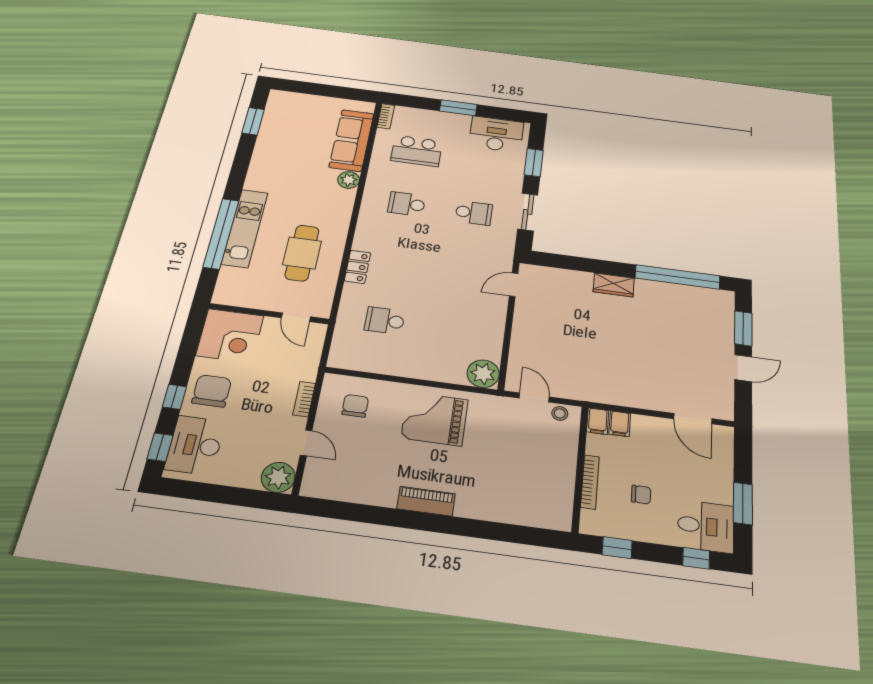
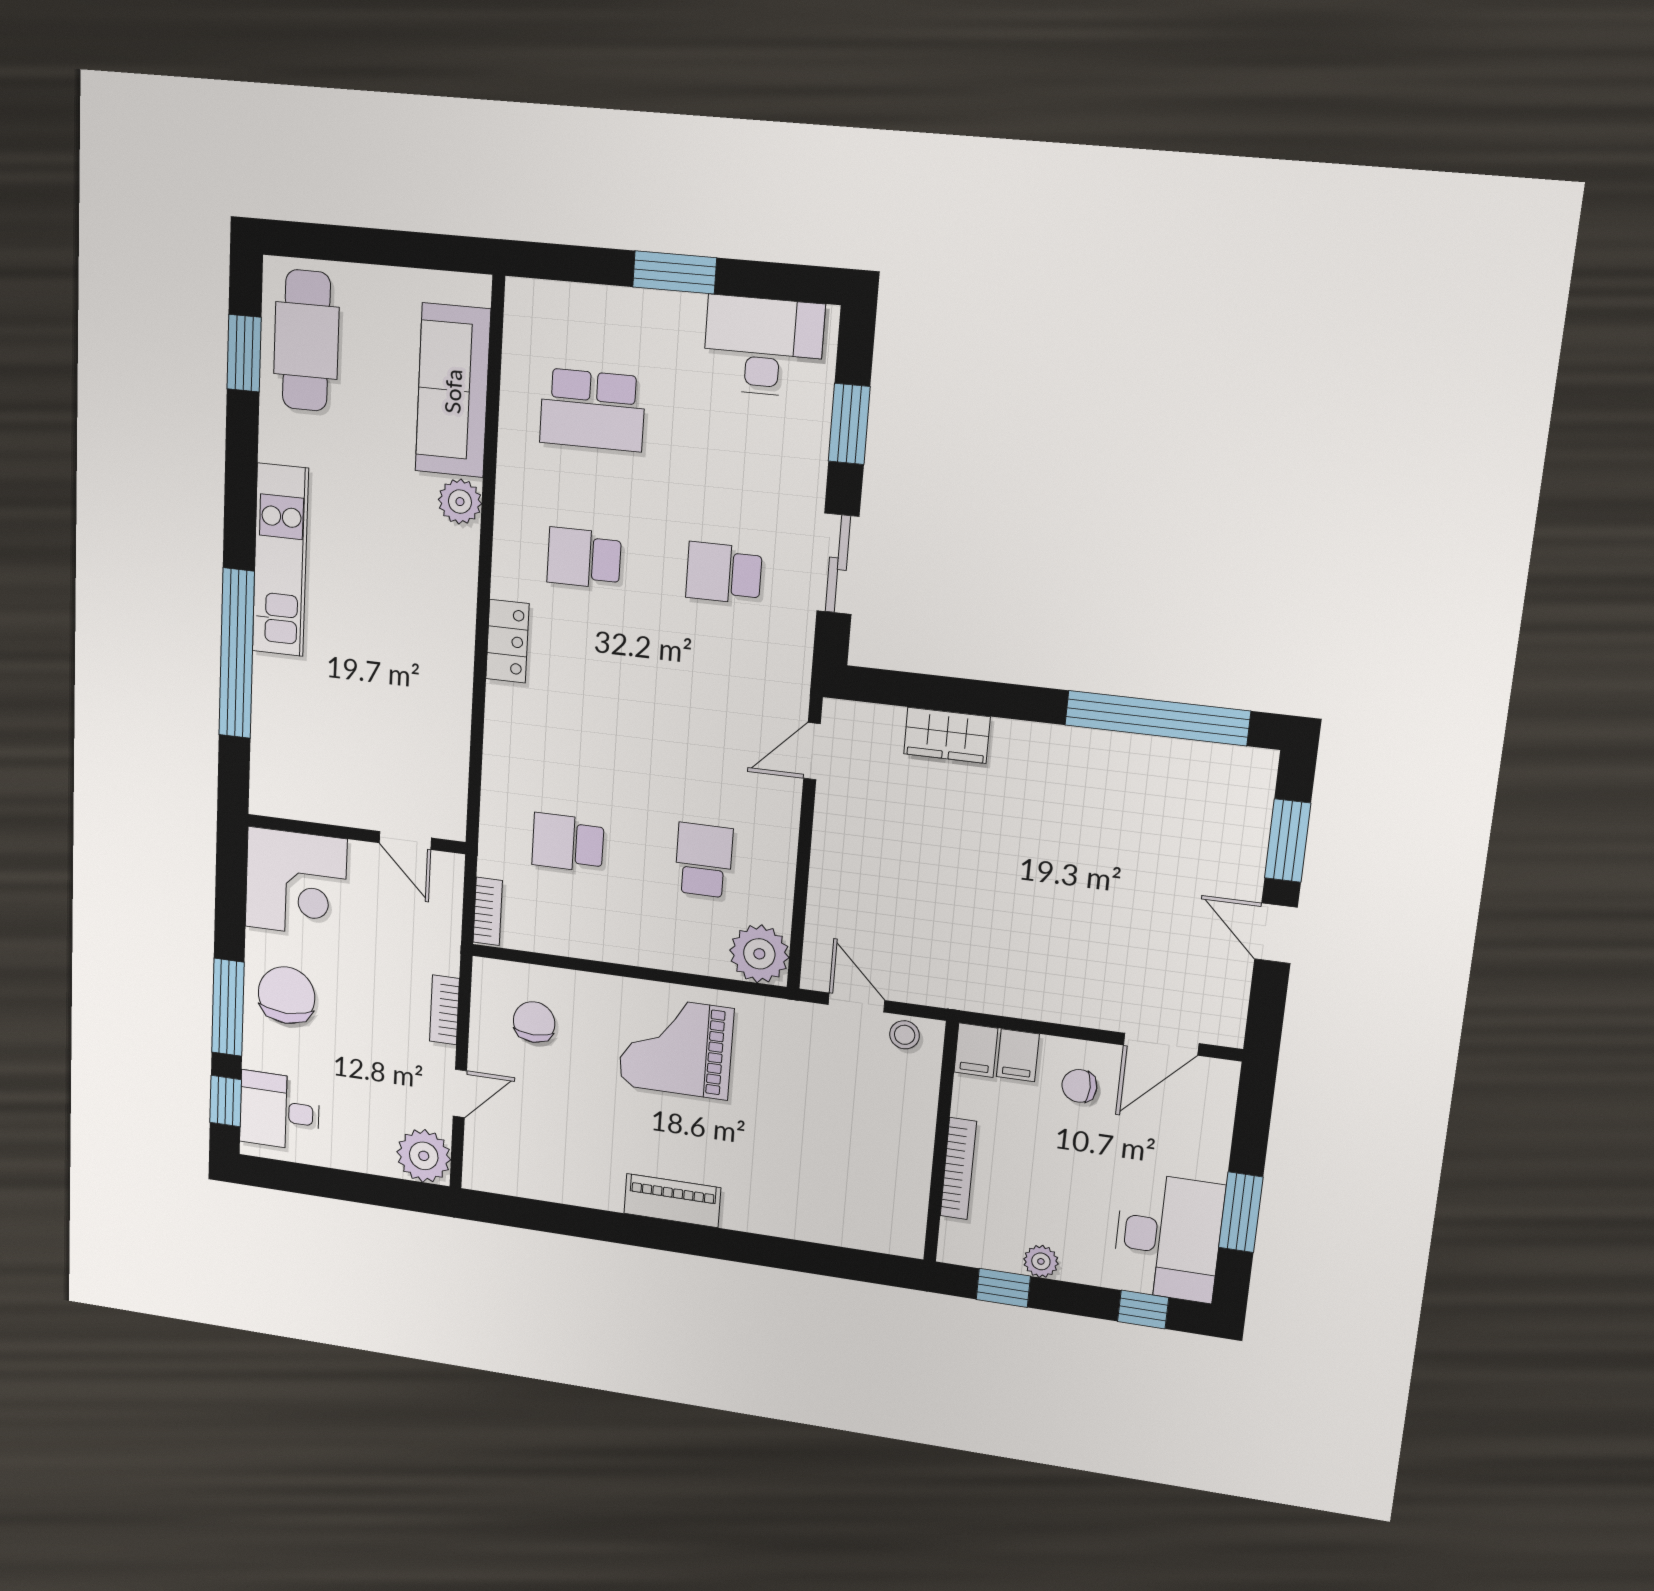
bookcase: (386, 116) -> (488, 911), moved
school desk: (474, 213) -> (724, 573), turned 180
kitchen unit: (245, 228) -> (280, 560), moved
cafe table: (302, 253) -> (306, 341), moved
locker: (358, 267) -> (507, 641), moved
wardrobe: (614, 285) -> (947, 735), moved
school desk: (456, 330) -> (704, 860), added
door: (743, 368) -> (1276, 933), swing flipped
window: (174, 397) -> (228, 1007), width x2.17
door: (693, 419) -> (1161, 1044), hinge flipped
door: (306, 443) -> (460, 1093), hinge flipped
desk: (195, 445) -> (280, 1111), width x0.73
chair: (641, 495) -> (1079, 1086), moved, turned 180
desk: (706, 526) -> (1168, 1237), width x1.37
plant: (638, 532) -> (1041, 1261), added

